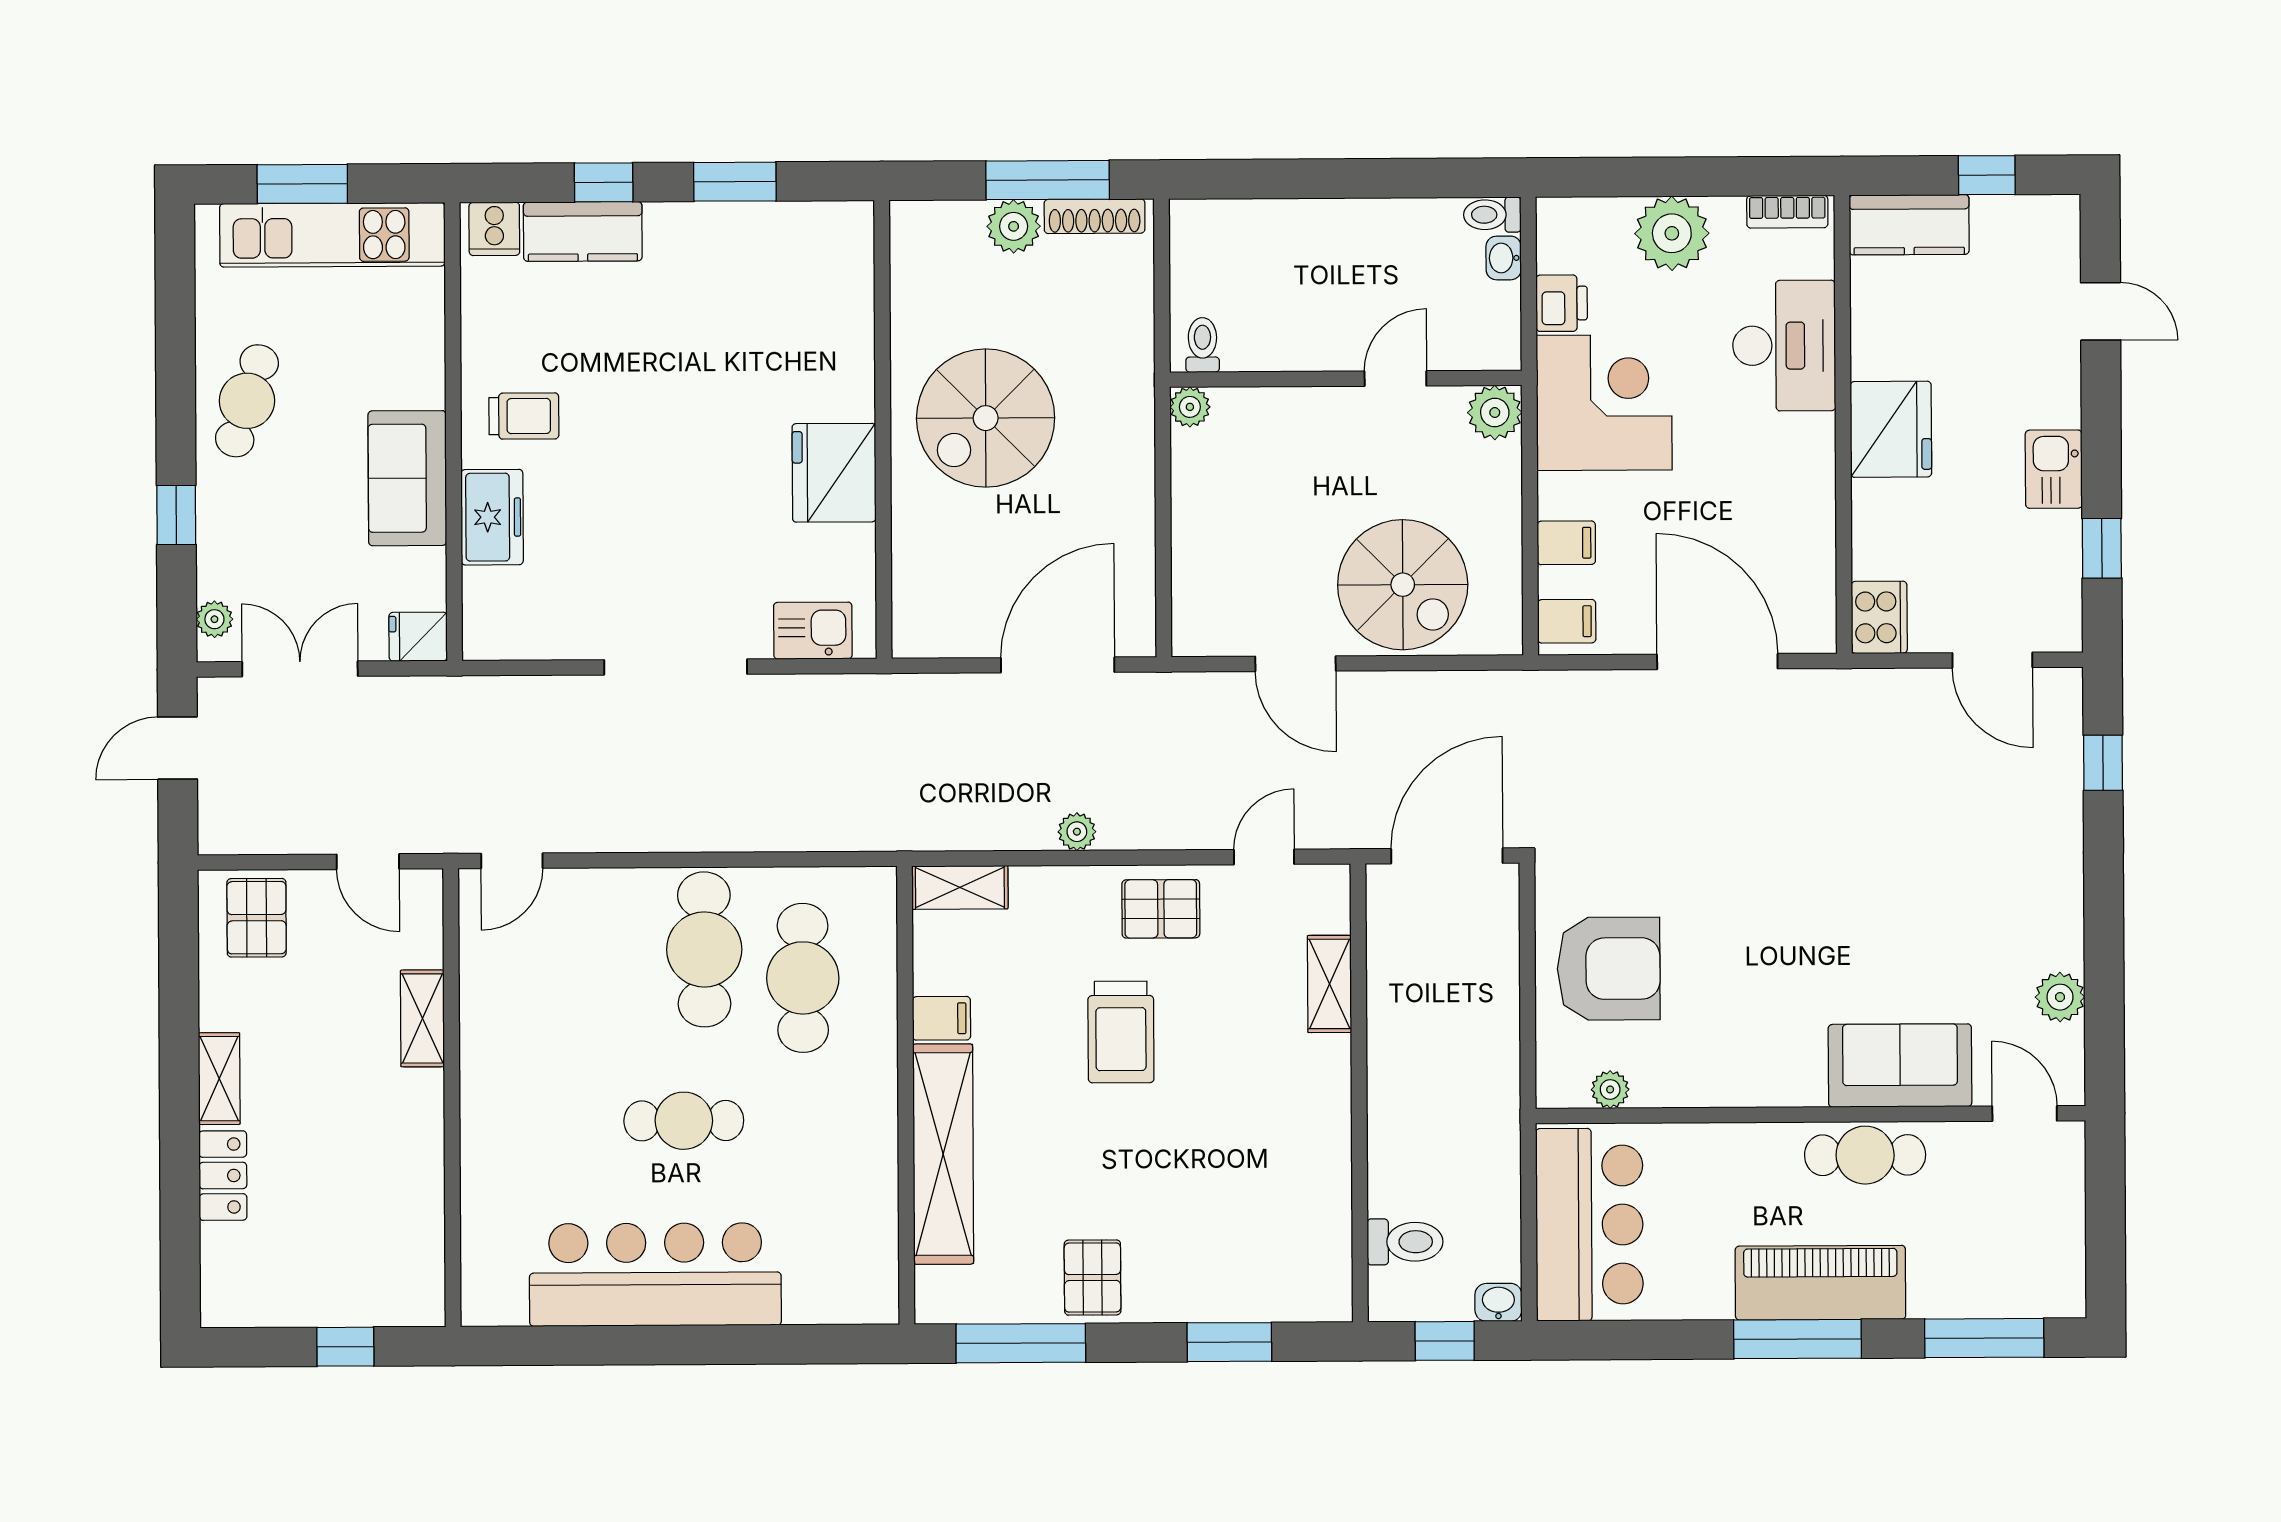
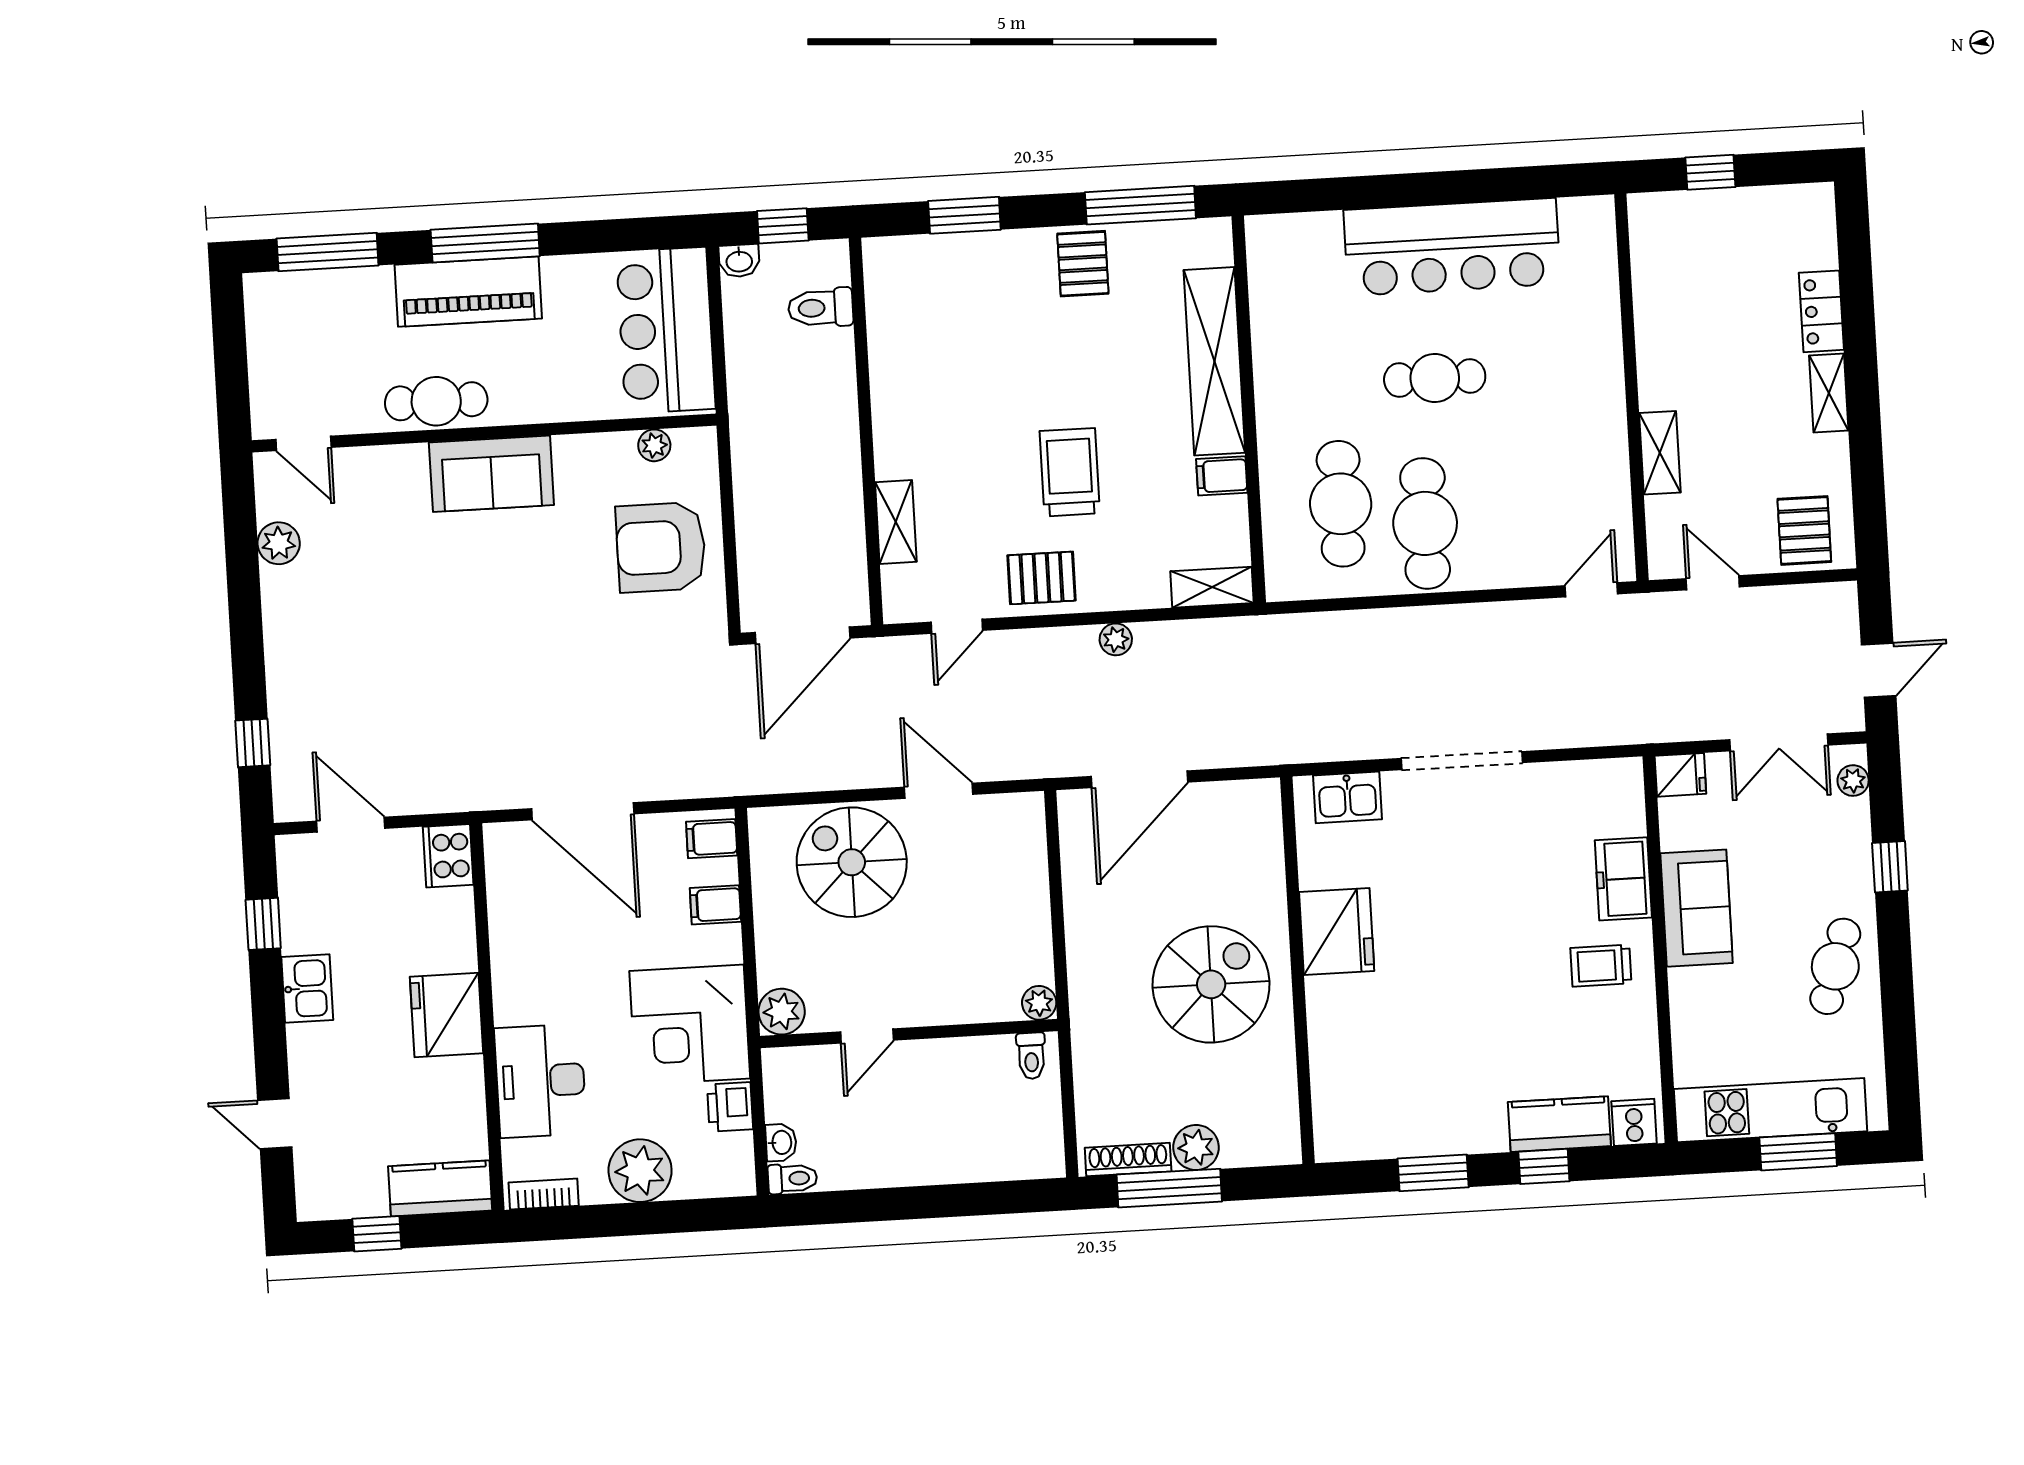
sofa: (1900, 1066) -> (491, 474), moved

